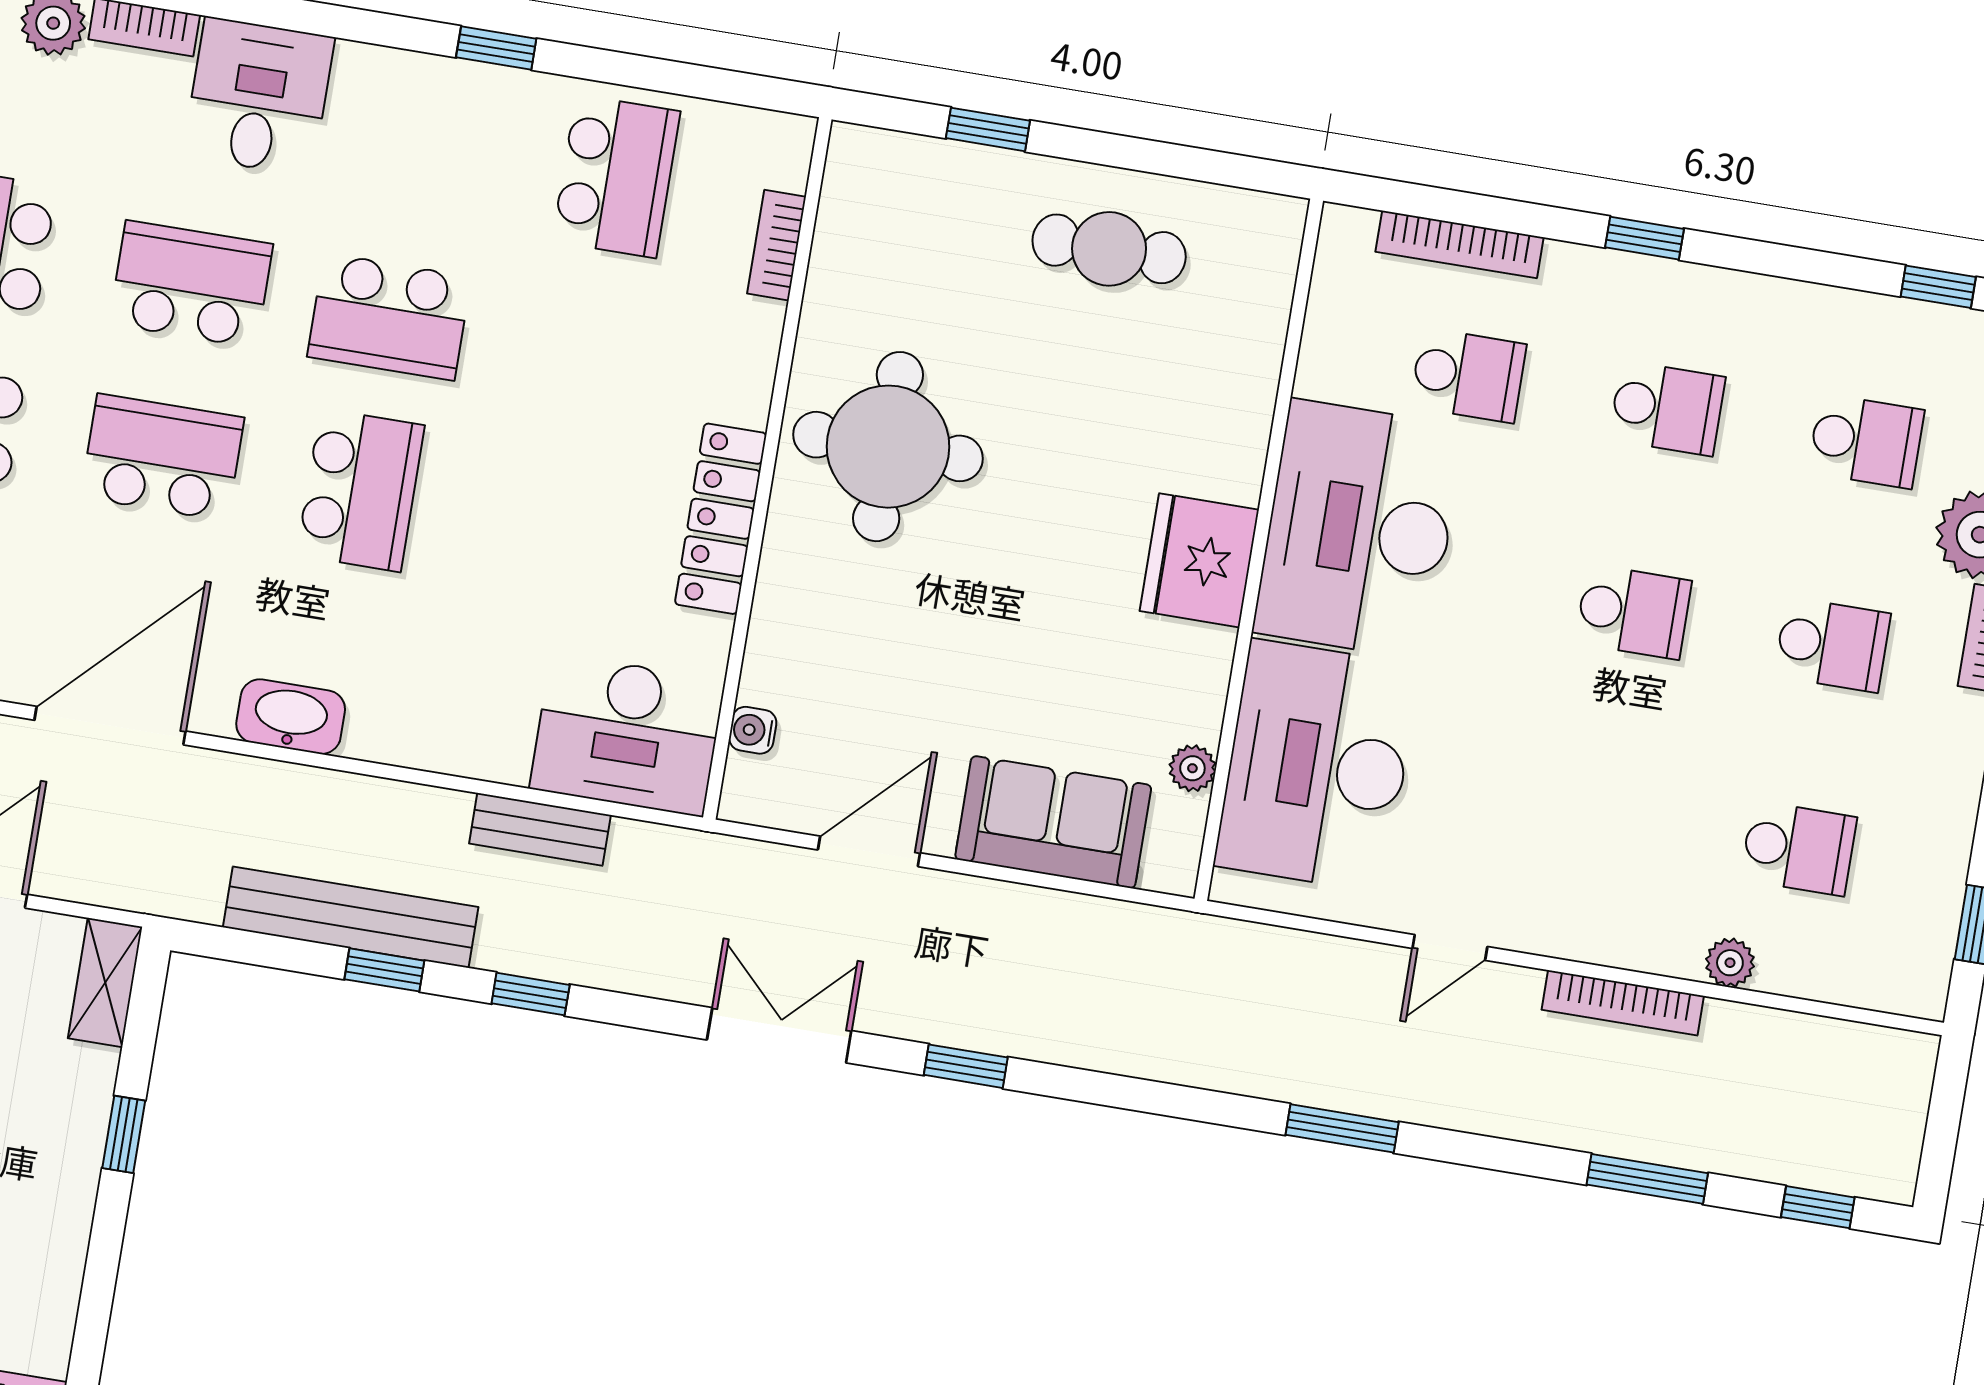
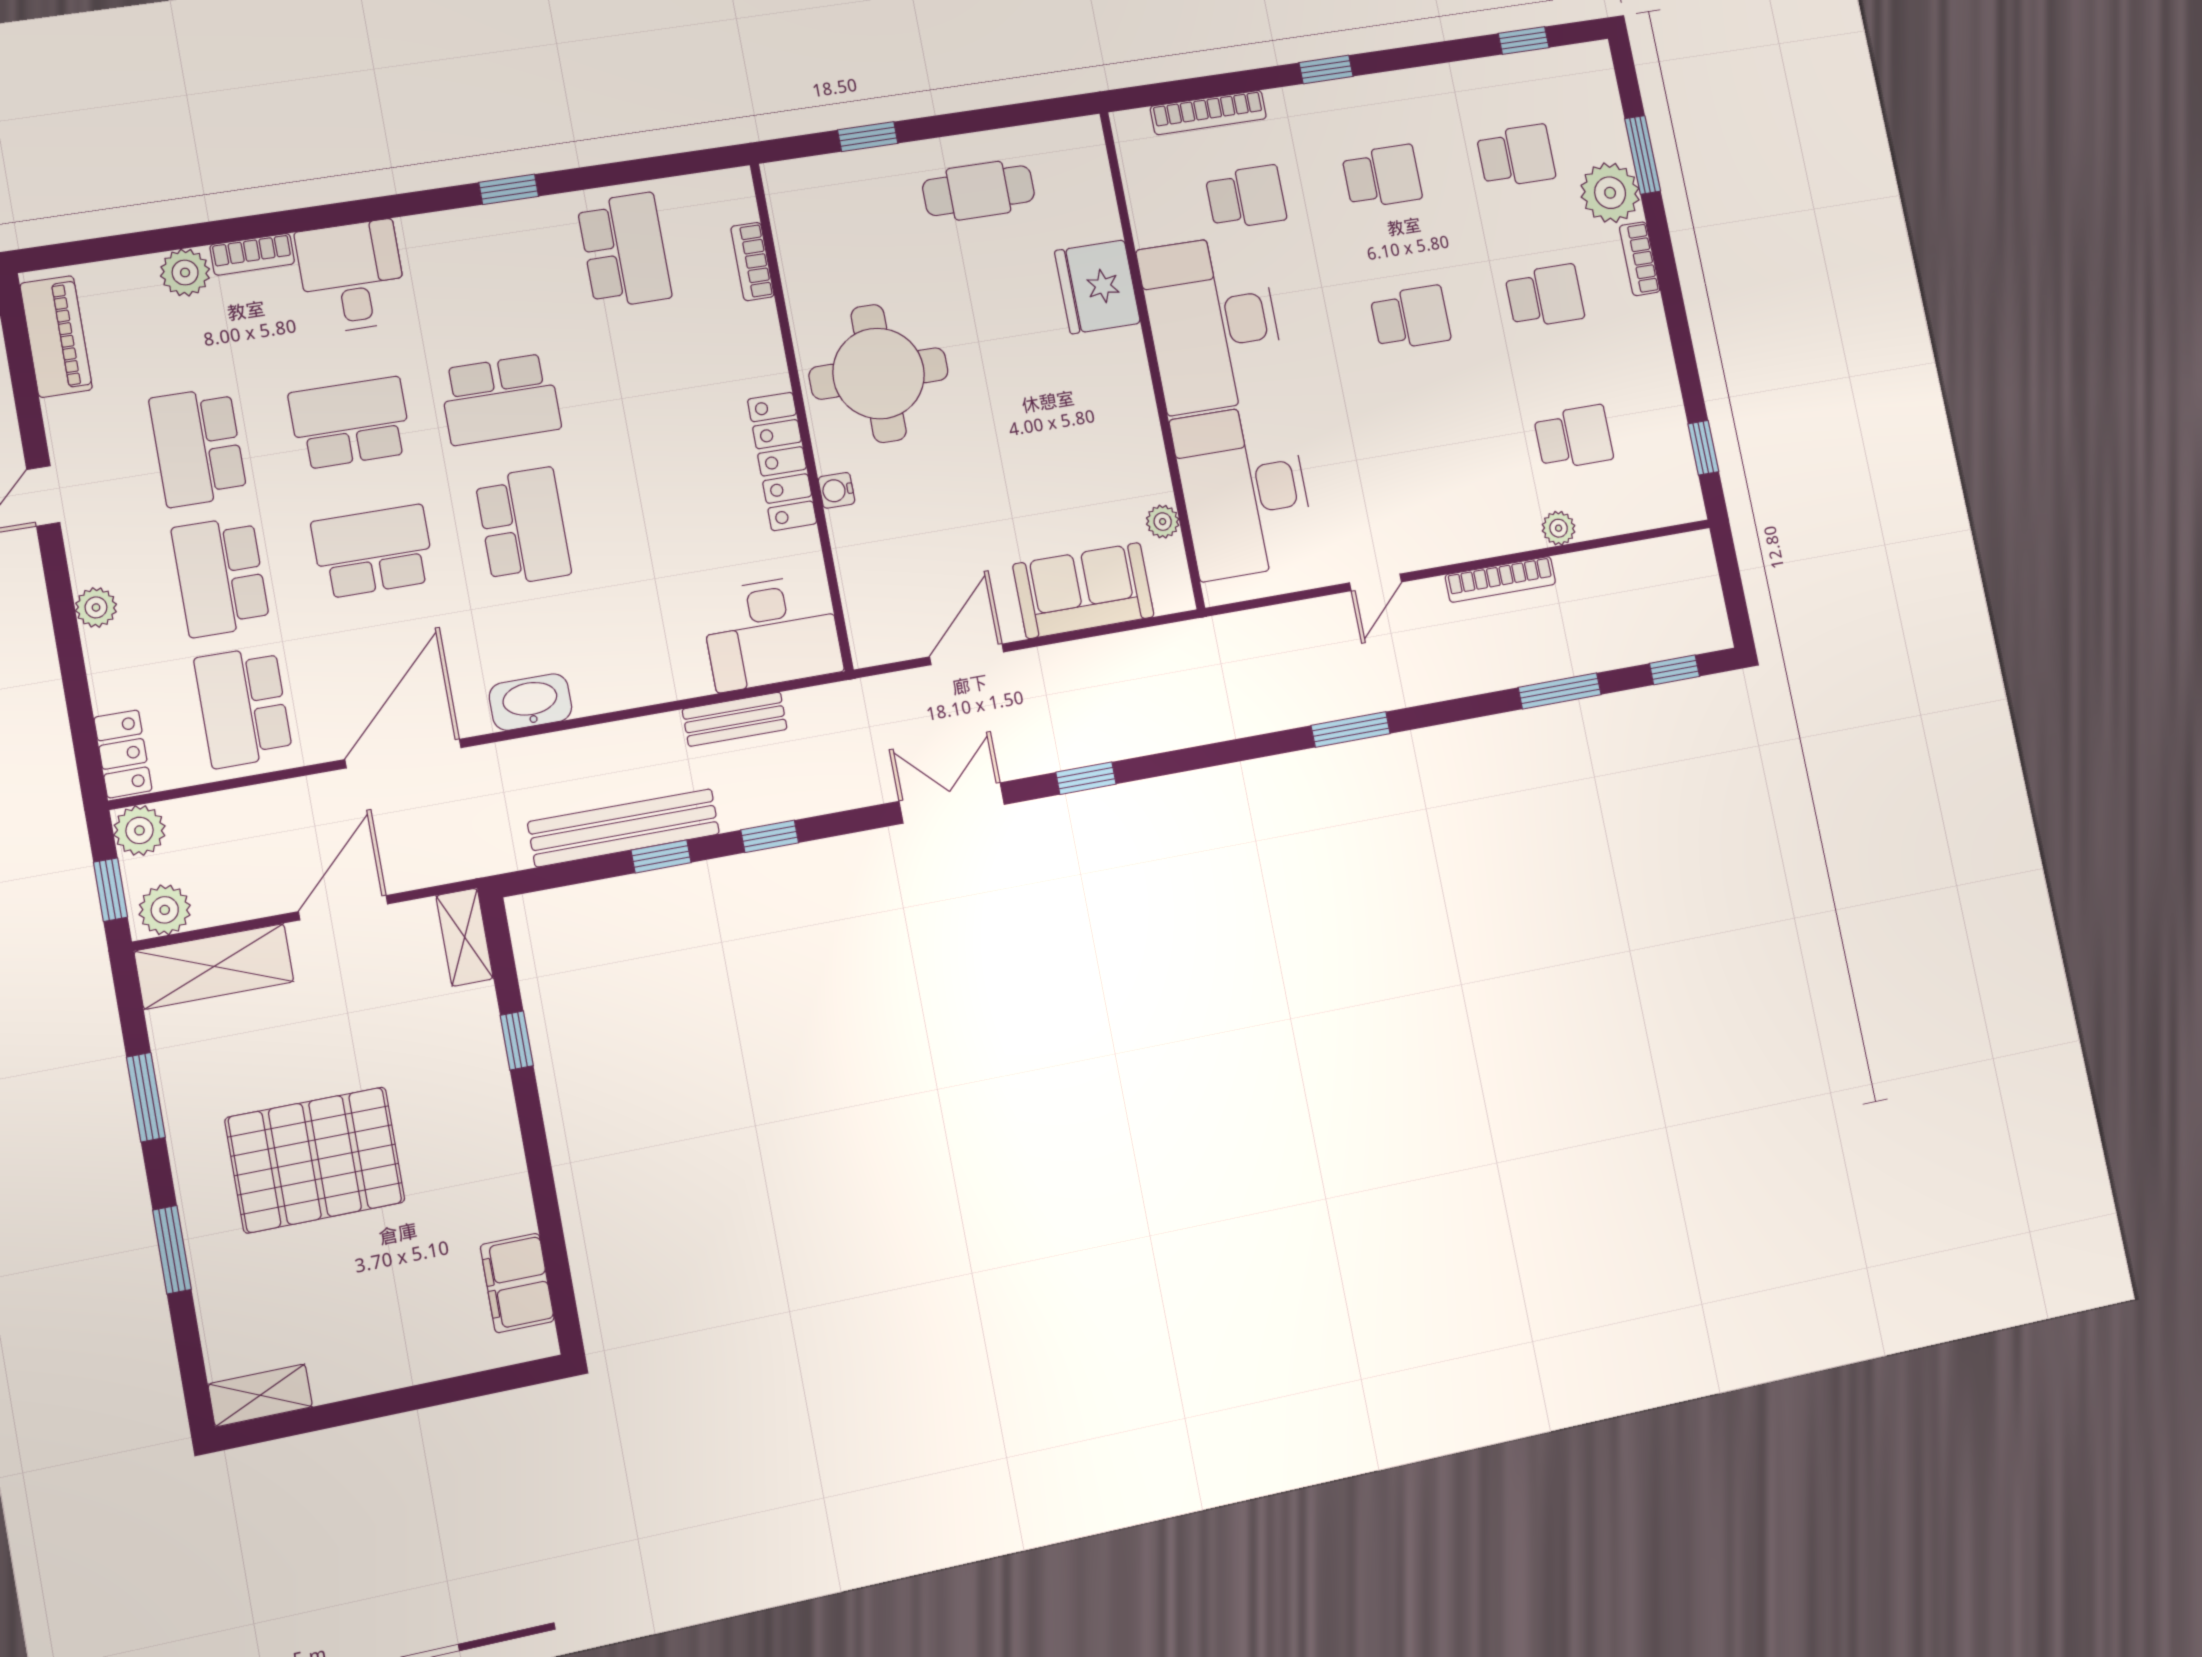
fridge: (1199, 560) -> (1097, 287), moved
water cooler: (753, 730) -> (837, 490), moved

